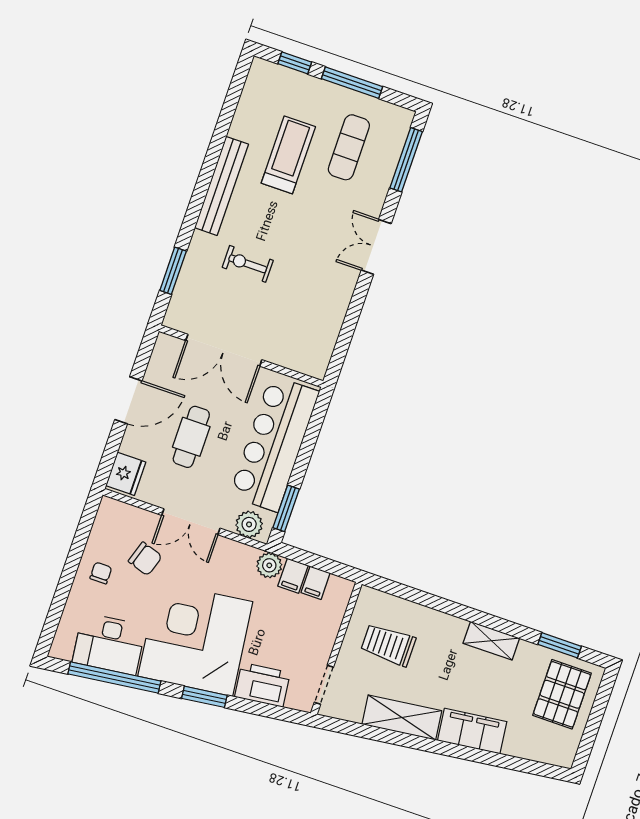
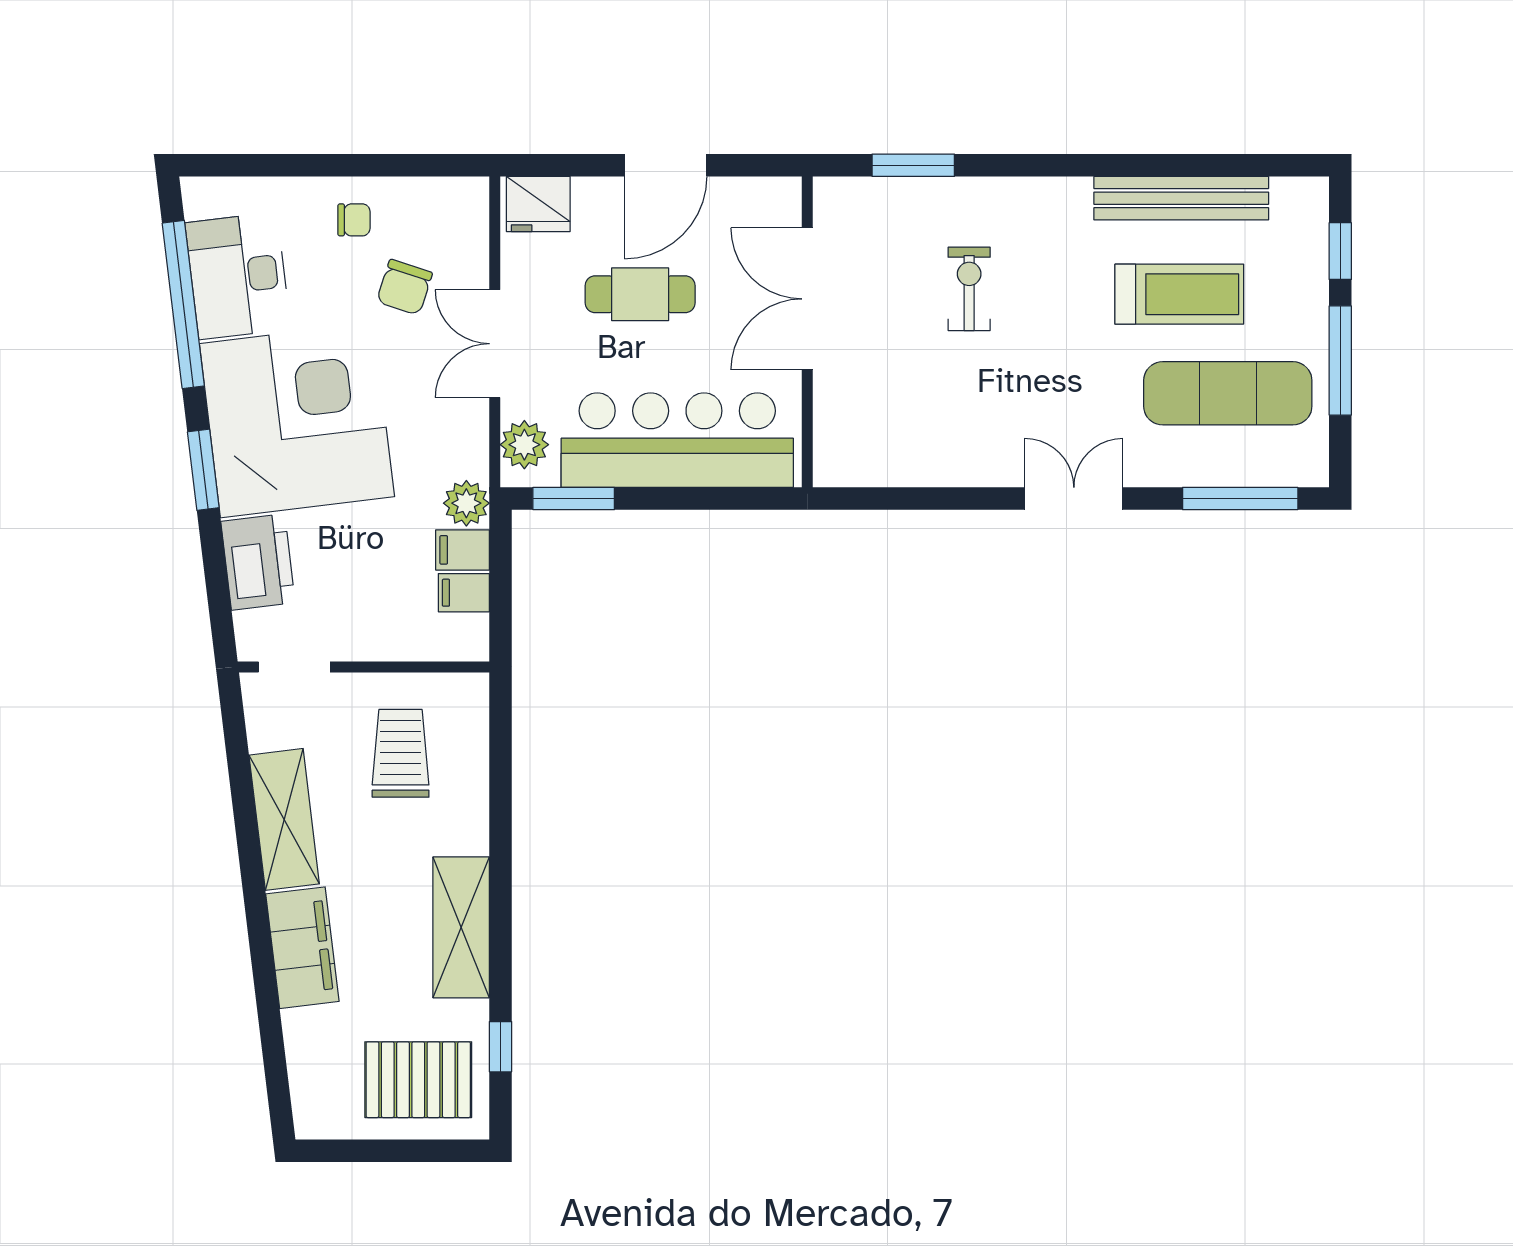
exercise mat: (349, 147) -> (1228, 393), width x1.36, depth x1.45
bench: (221, 186) -> (1181, 198), moved
door: (128, 400) -> (666, 165), hinge flipped
shelving: (491, 641) -> (461, 927), width x1.50, depth x1.33
window: (560, 645) -> (500, 1047), width x0.67

